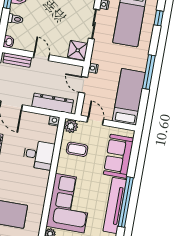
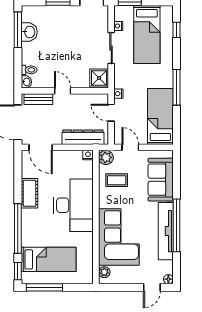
toilet: (15, 19) -> (29, 70), moved
desk: (39, 155) -> (73, 205), width x1.87, depth x1.30

